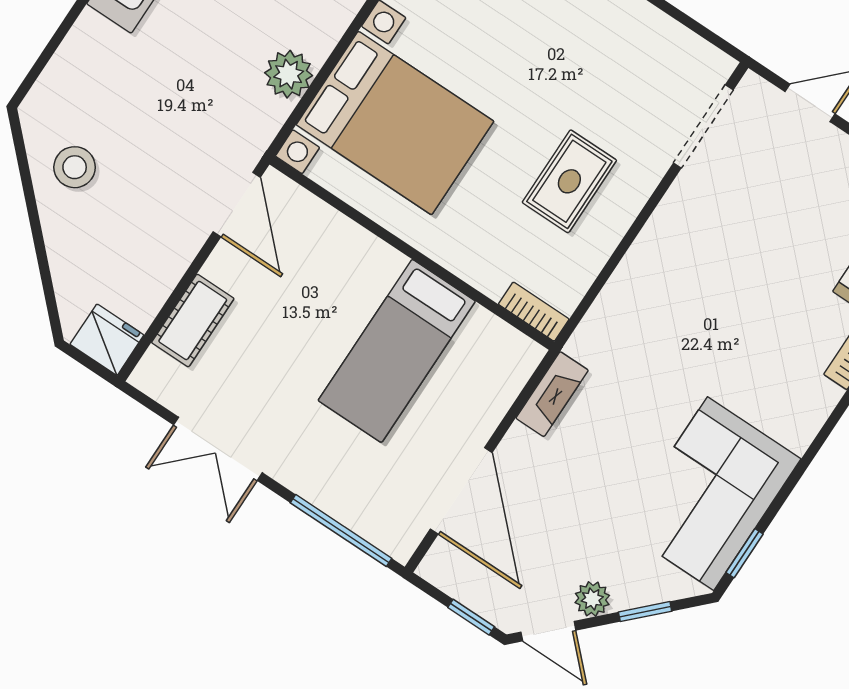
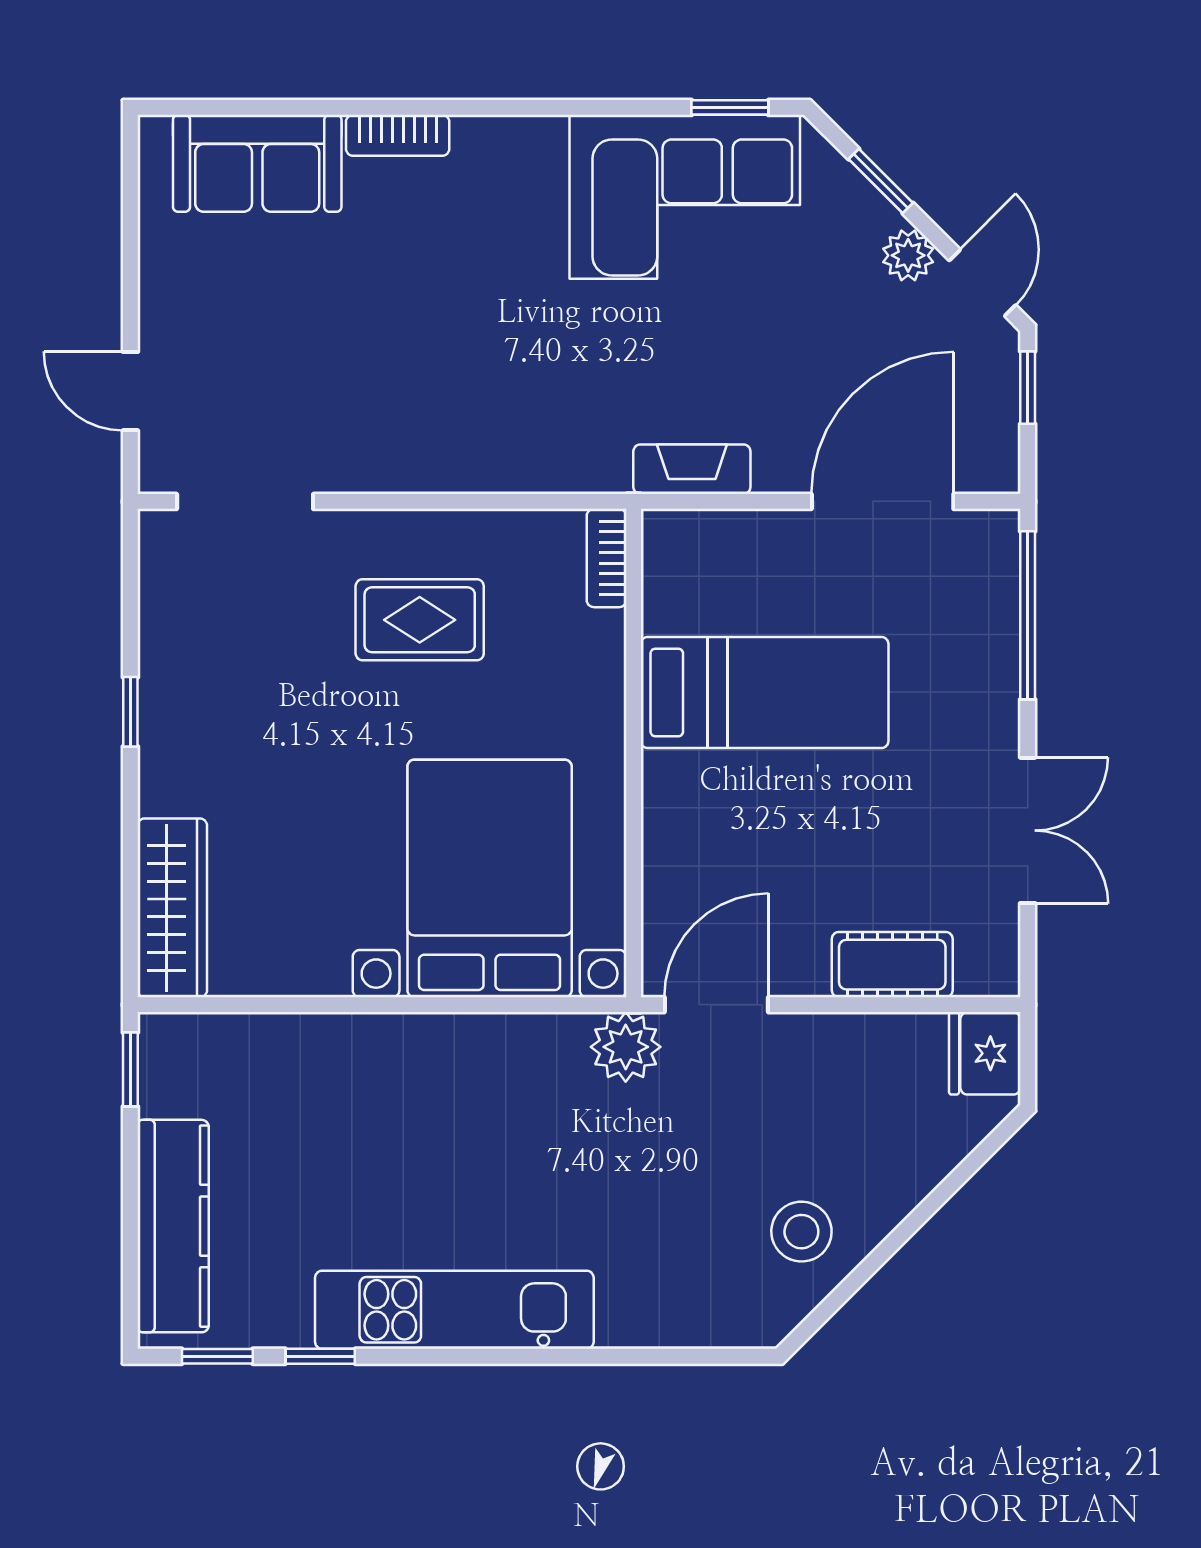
plant: (289, 74) -> (626, 1047), moved

